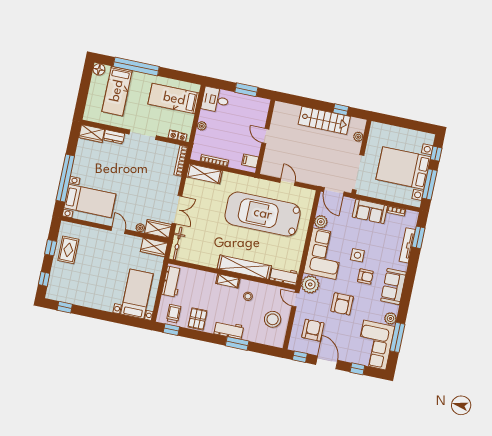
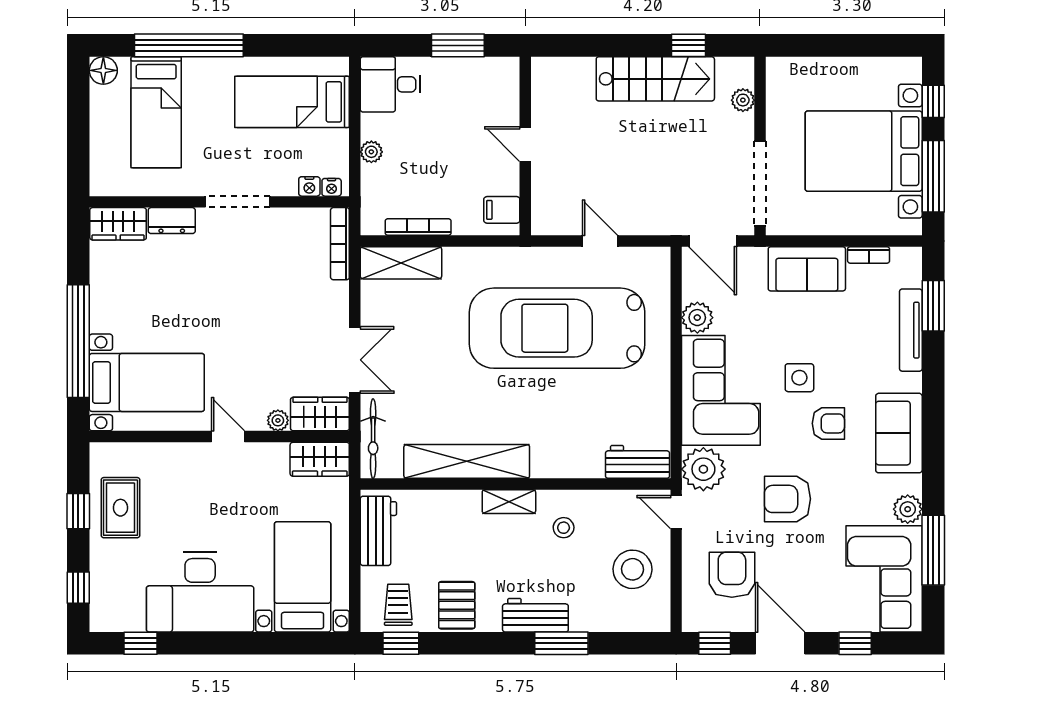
shelving: (244, 267) -> (467, 461), moved
desk: (94, 291) -> (200, 592), added
armchair: (342, 304) -> (787, 499), turned 90

